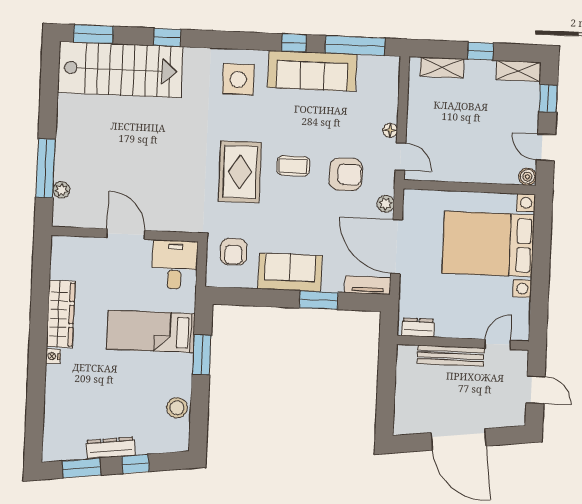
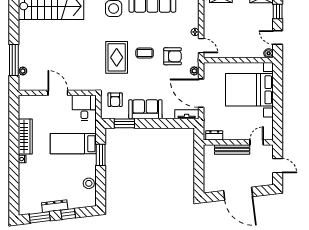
window: (319, 300) -> (124, 123), moved

